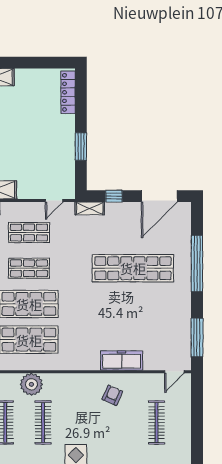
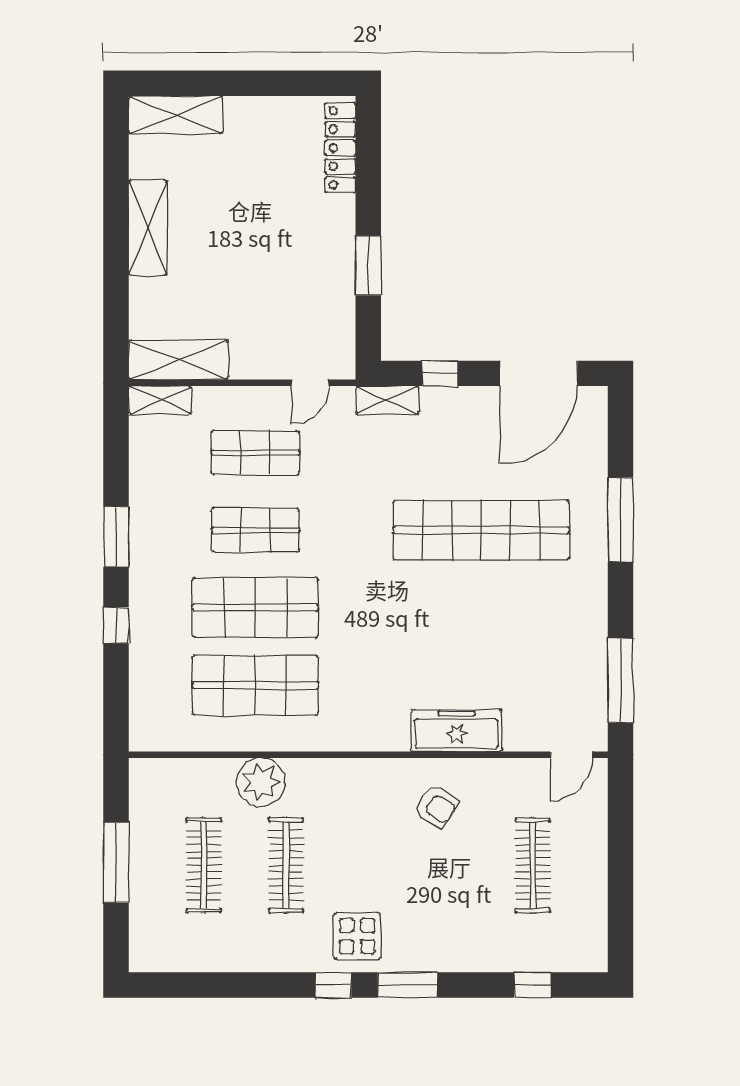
window: (197, 263) -> (620, 520), width x0.68
armchair: (112, 395) -> (436, 806), turned 100

